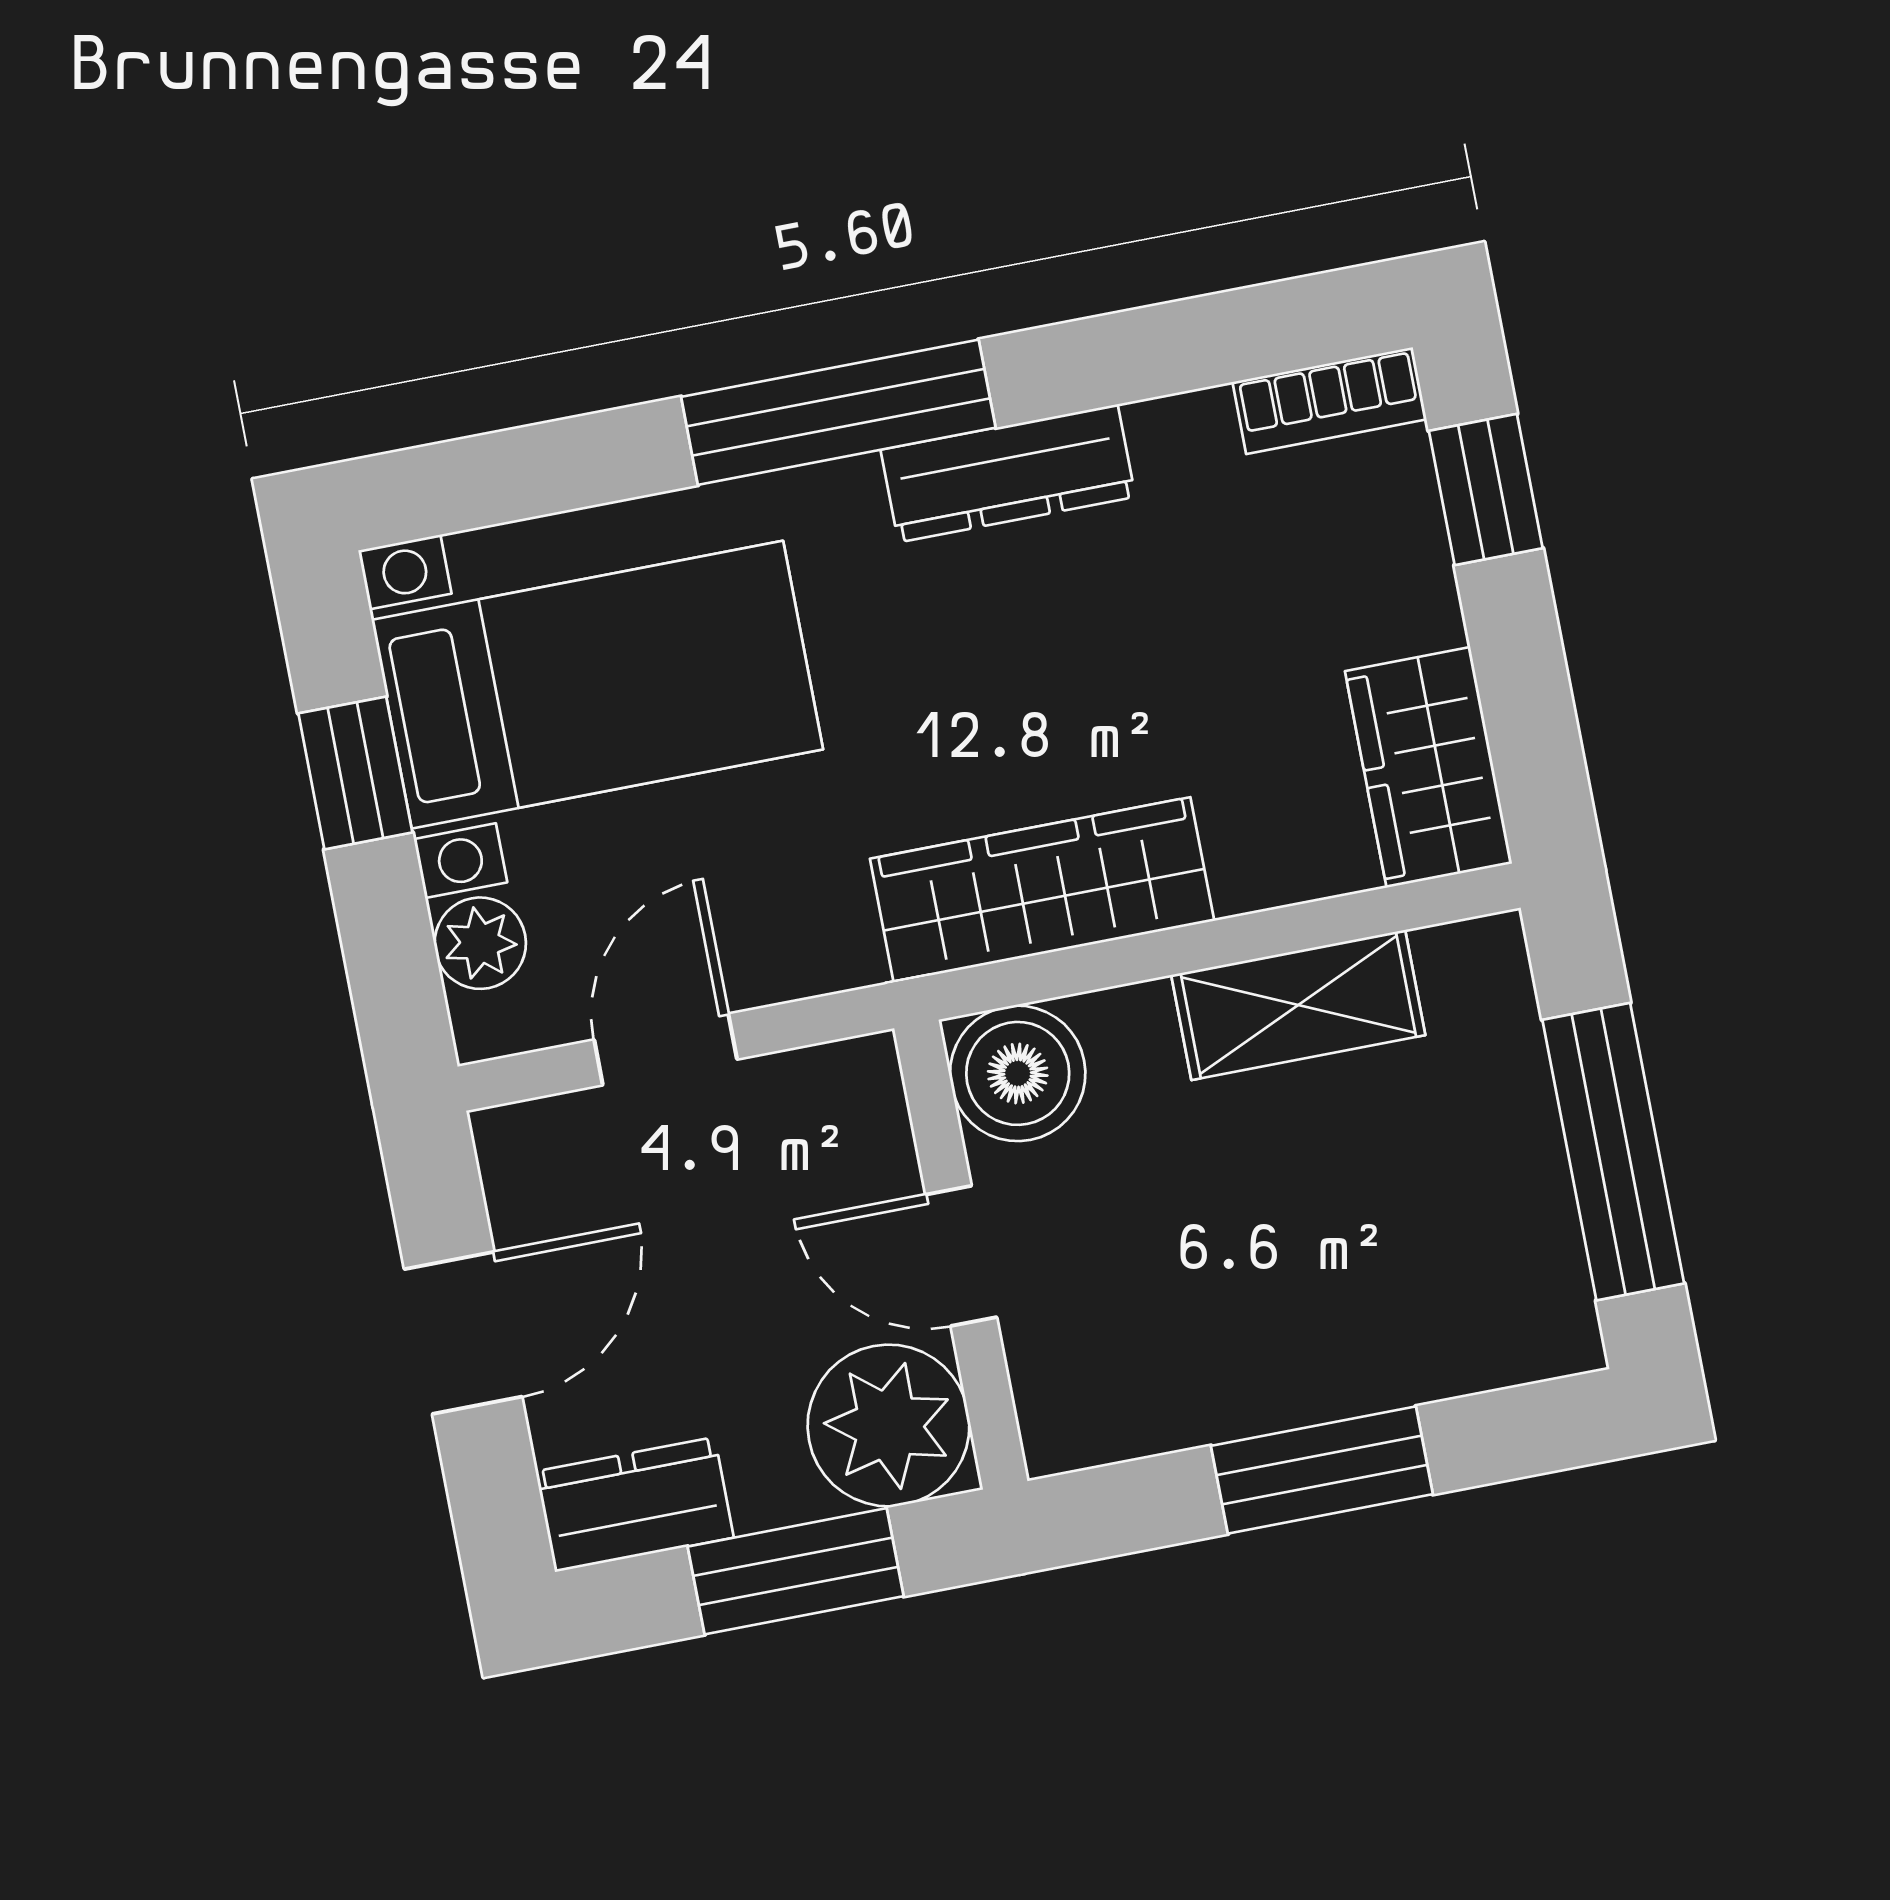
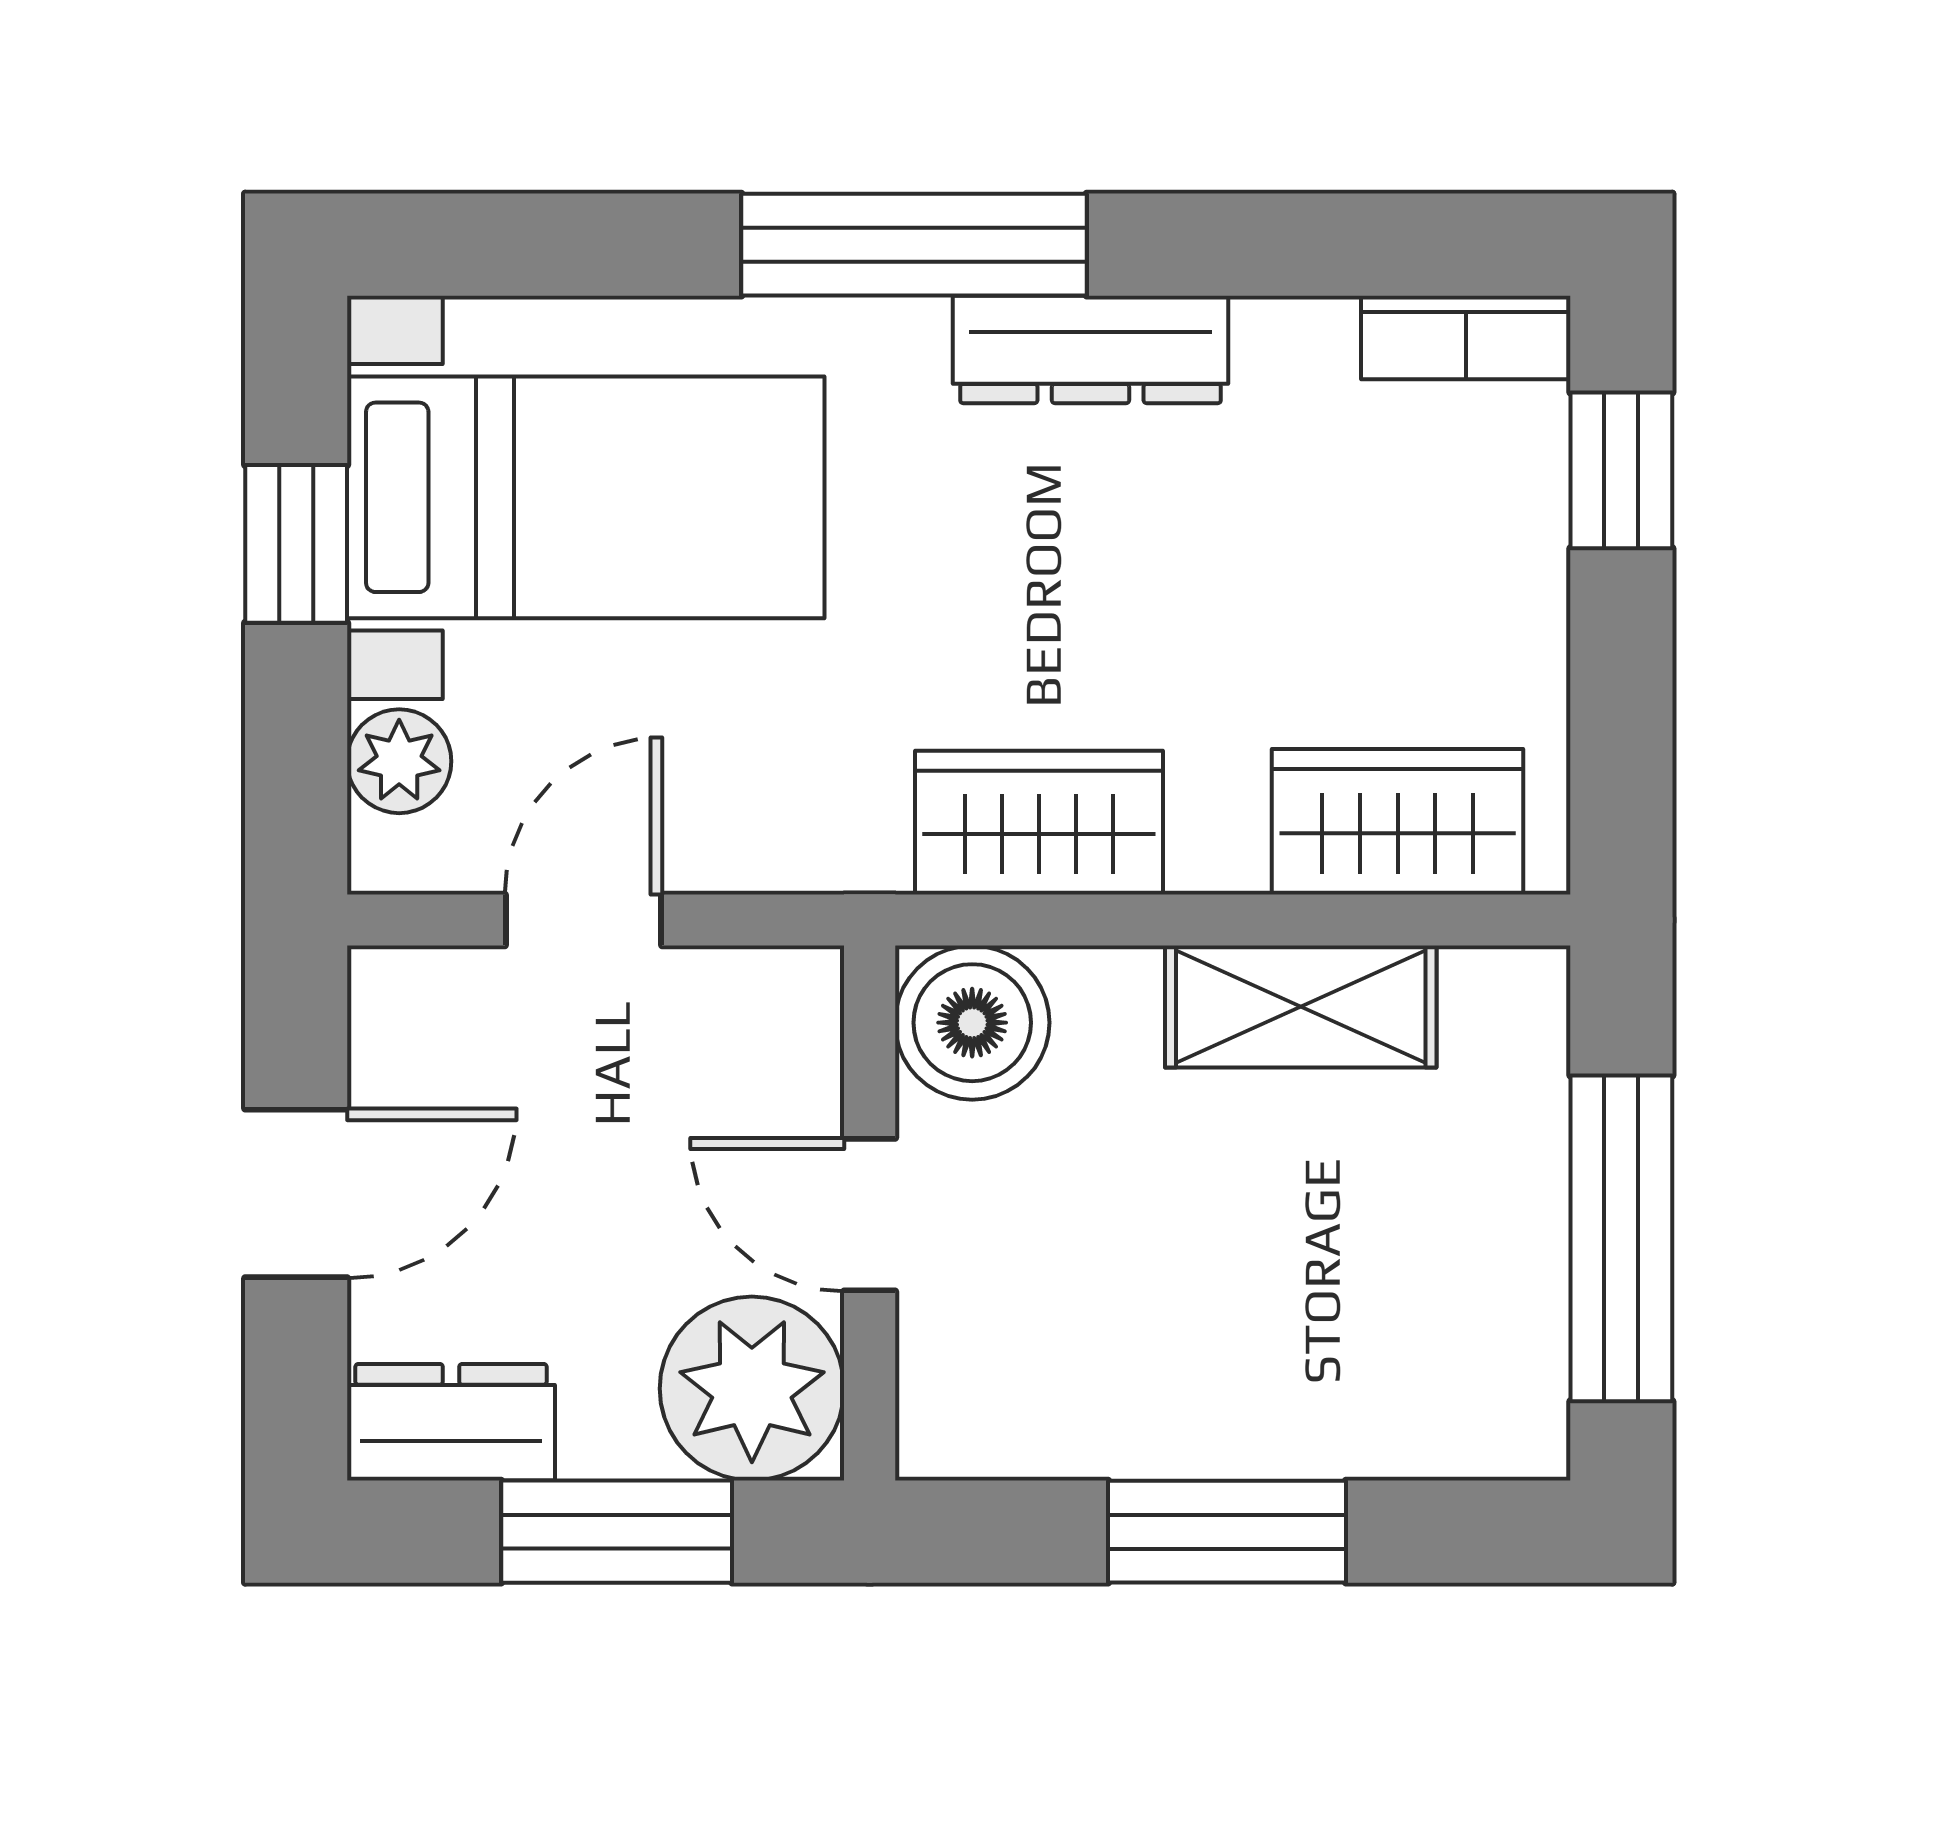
wardrobe: (1429, 767) -> (1398, 822), moved, turned 90
wardrobe: (1042, 890) -> (1039, 823), width x0.67

